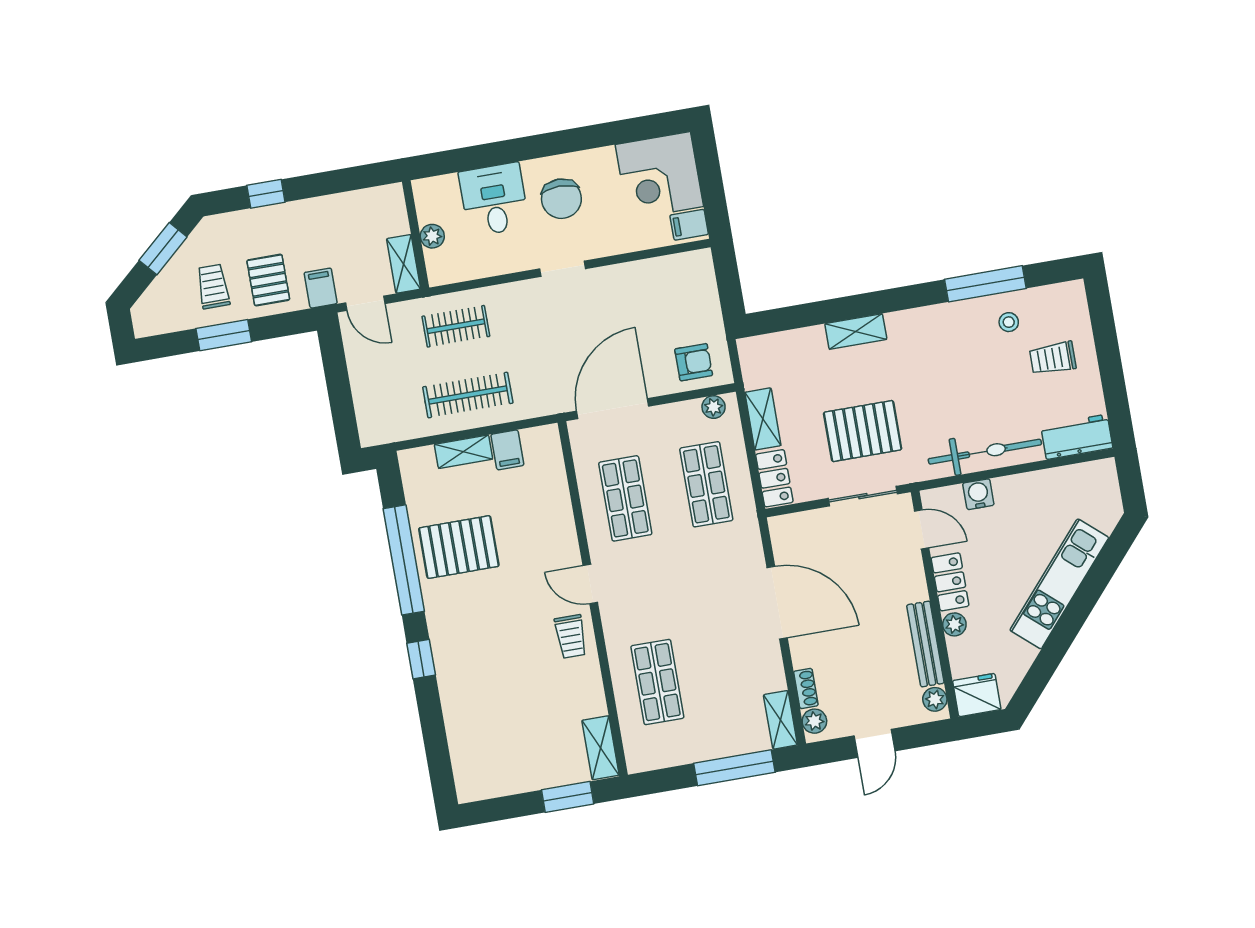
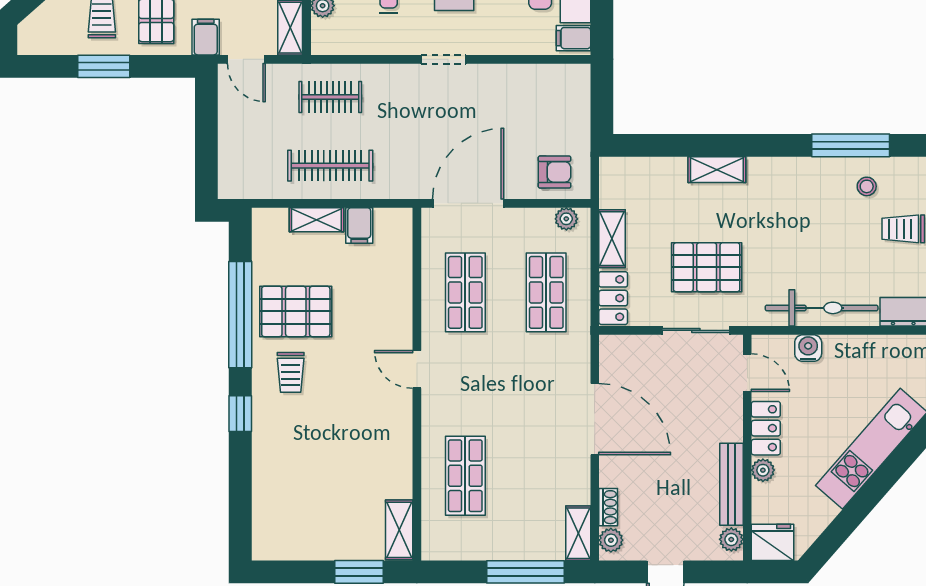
trolley: (571, 636) -> (291, 372), moved

